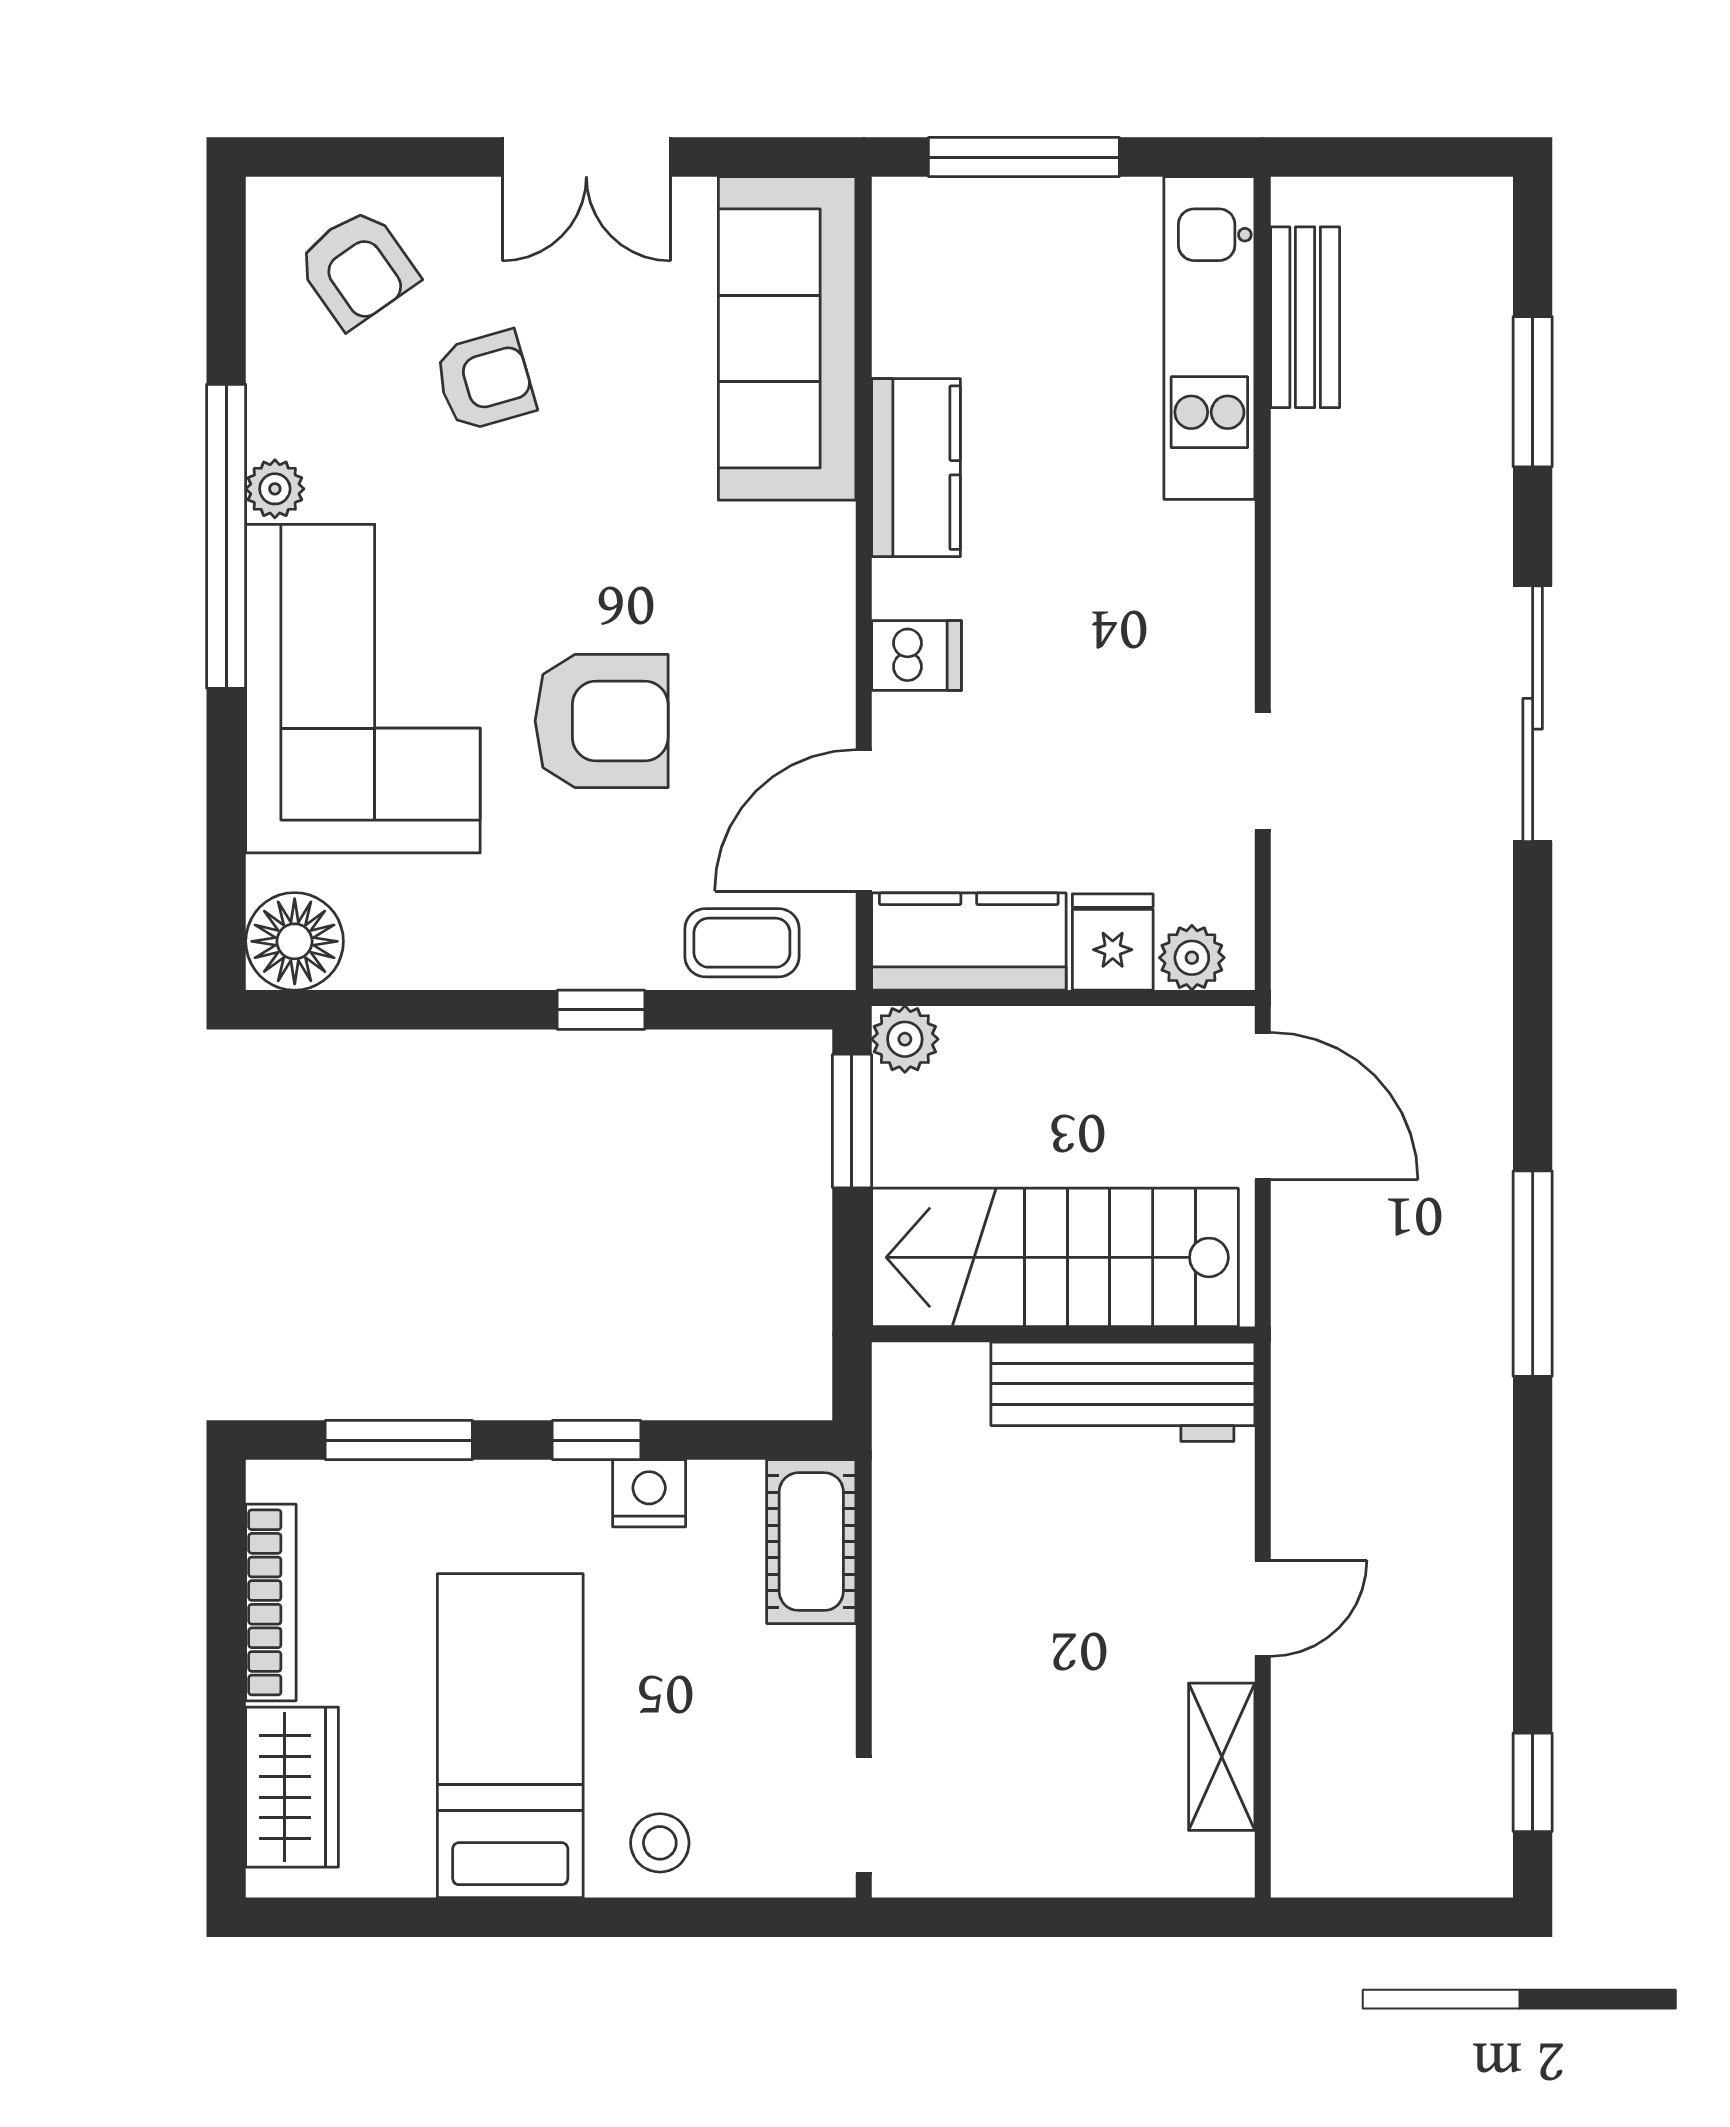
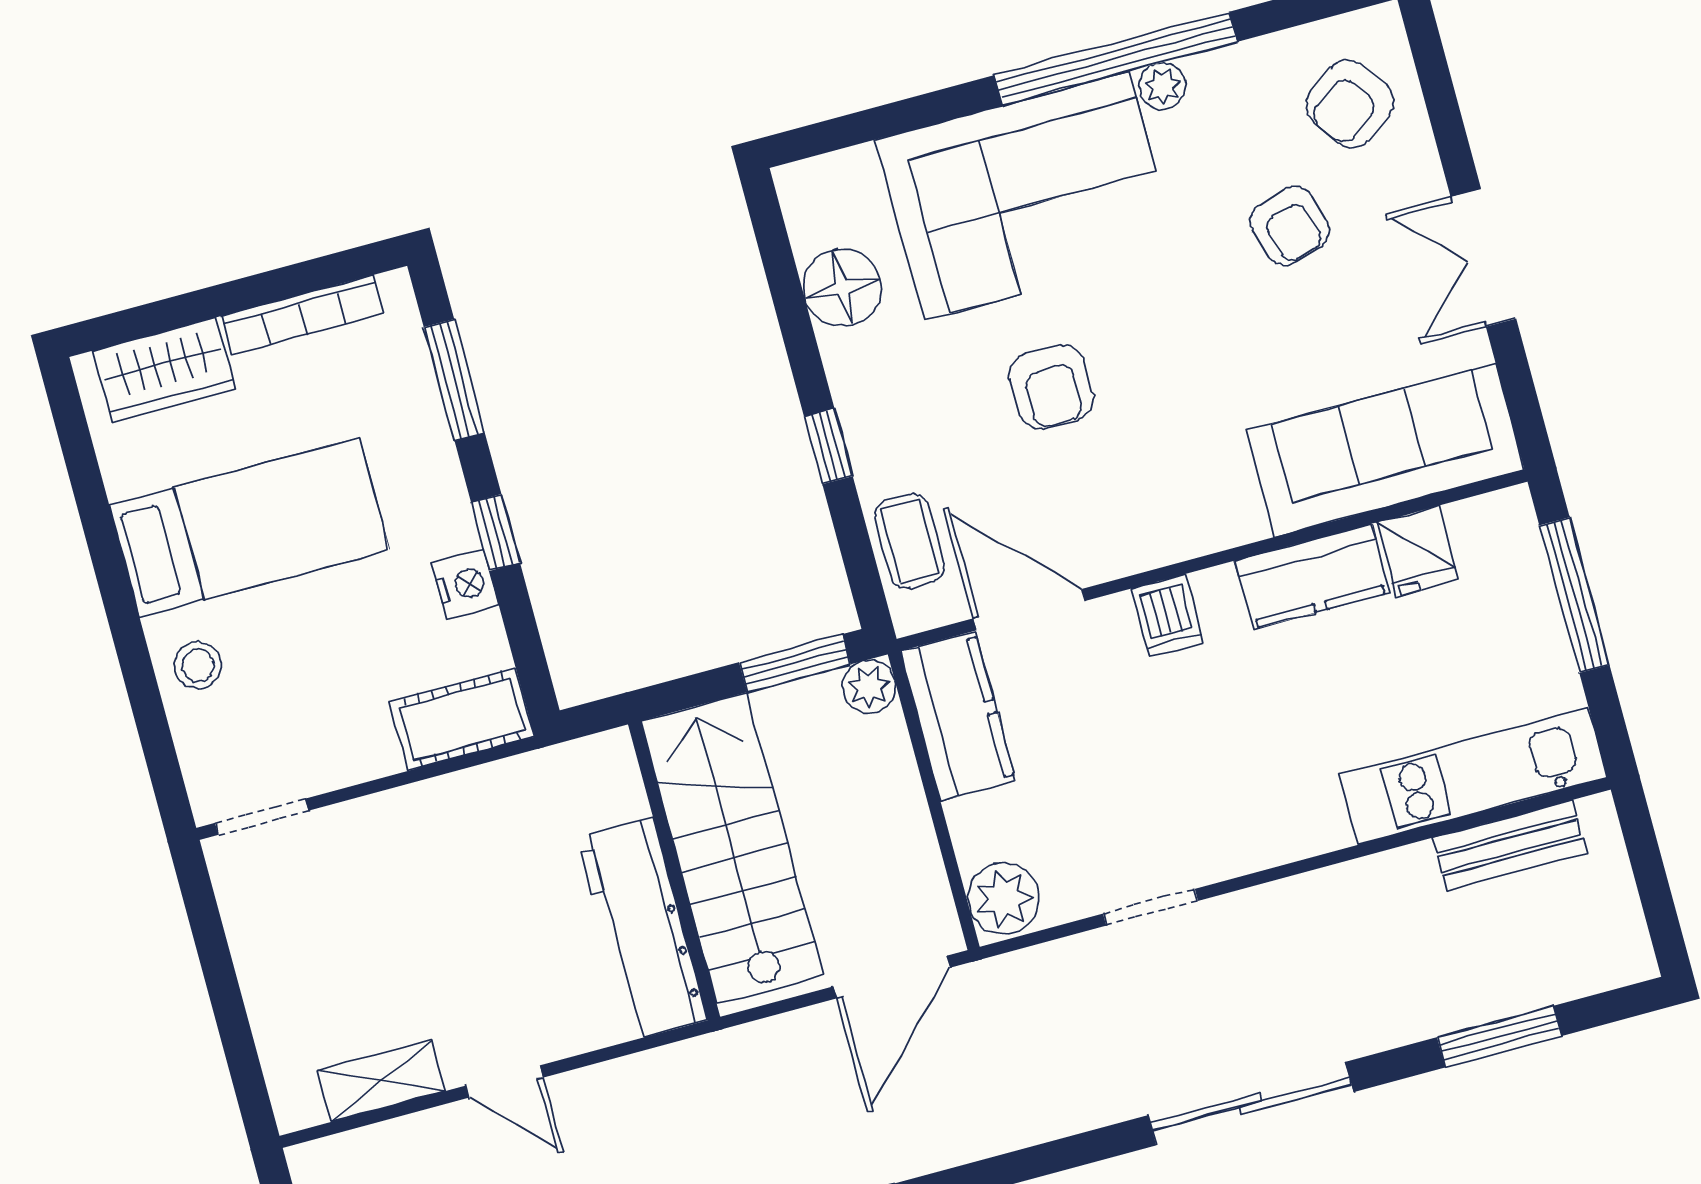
armchair: (602, 721) -> (1051, 387), width x0.72, depth x0.72
floor lamp: (295, 941) -> (842, 288), moved
fridge: (1113, 942) -> (1418, 551), moved, turned 90
plant: (1192, 958) -> (1004, 898), width x1.38, depth x1.38

